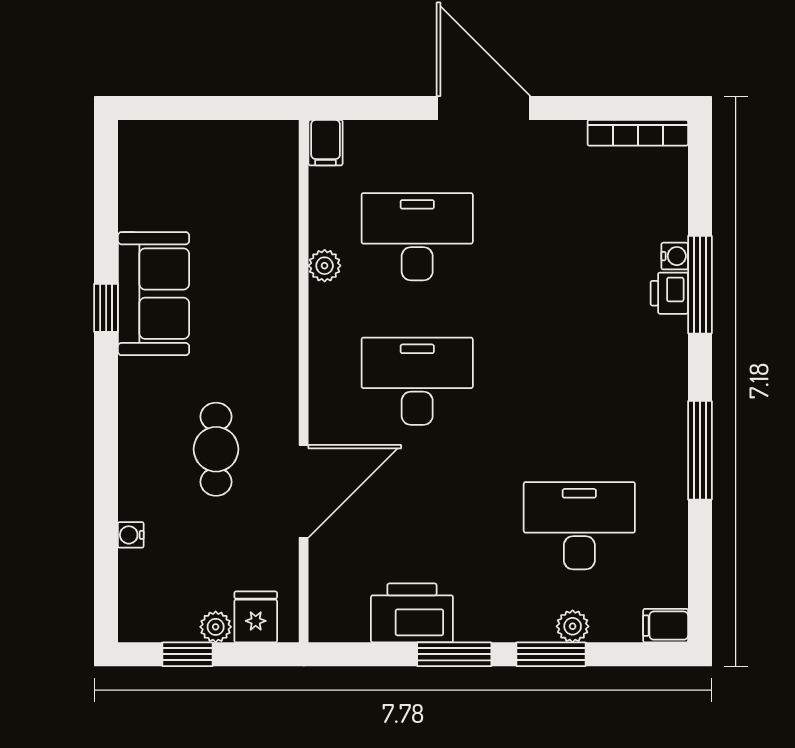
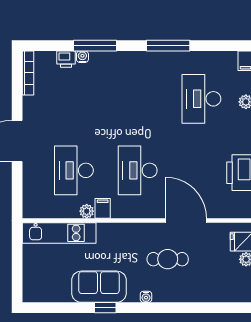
filing cabinet: (326, 143) -> (103, 208), moved, turned -90
kitchen unit: (275, 203) -> (59, 233), added
printer: (669, 293) -> (66, 59), moved
water cooler: (131, 535) -> (146, 297), moved

